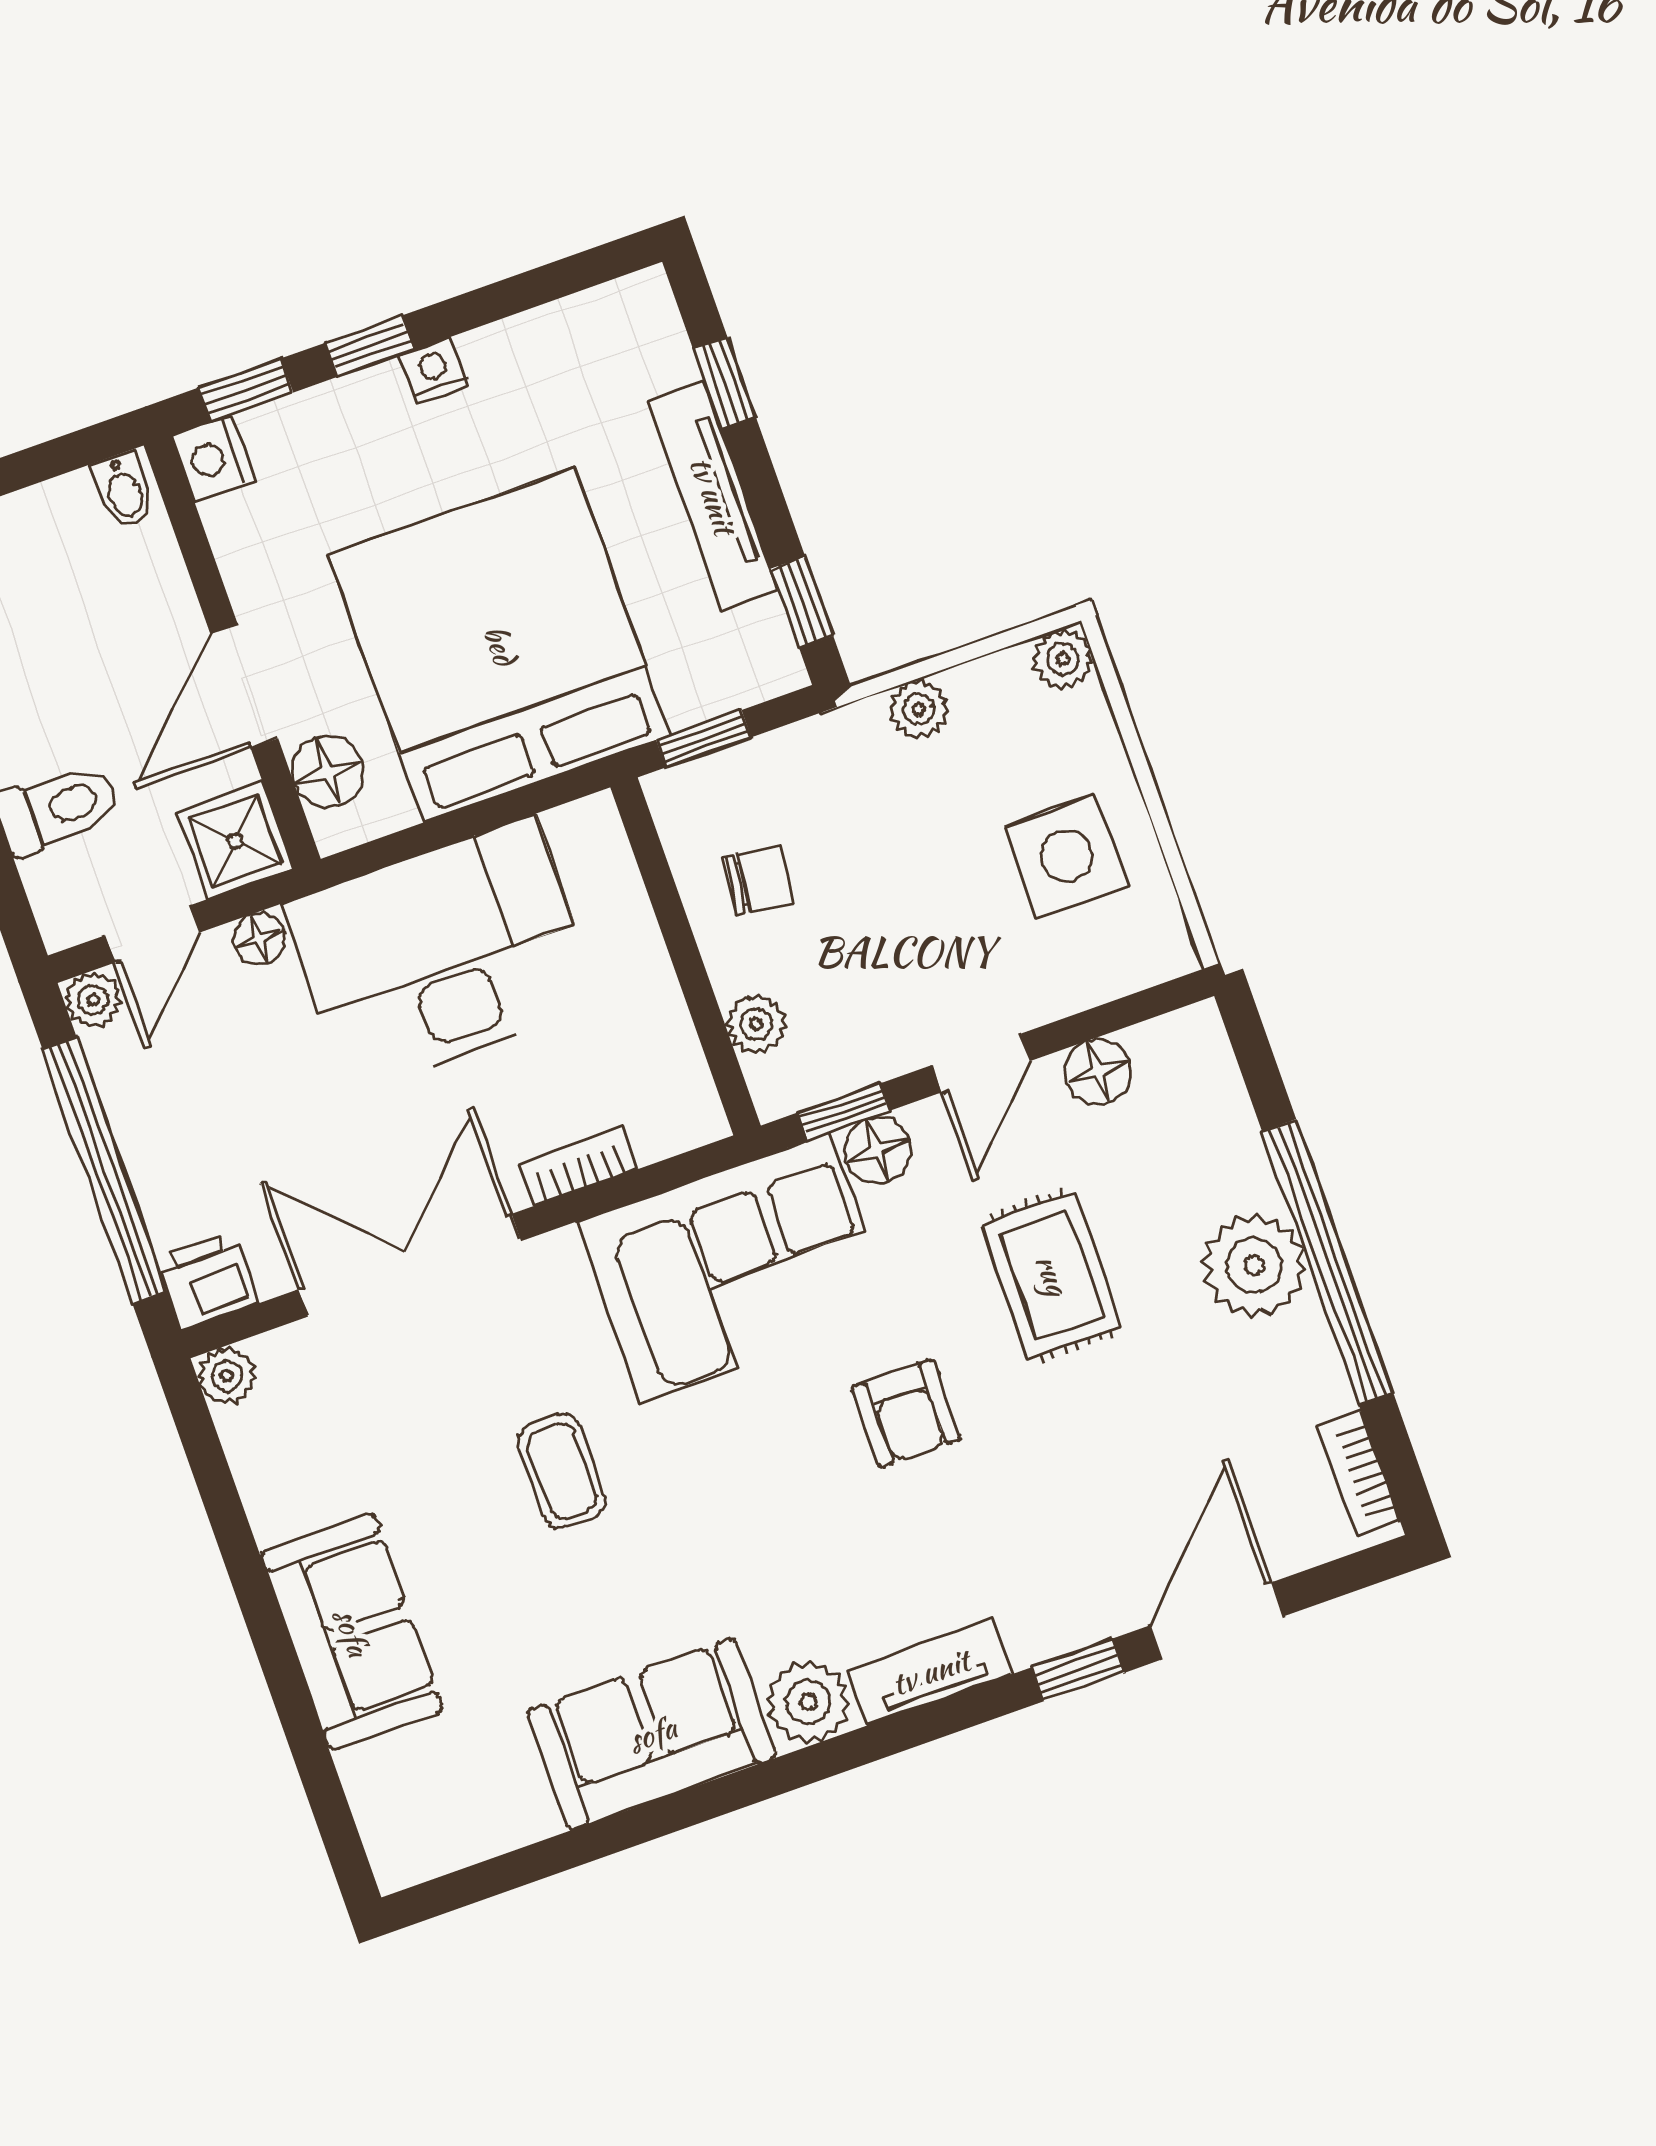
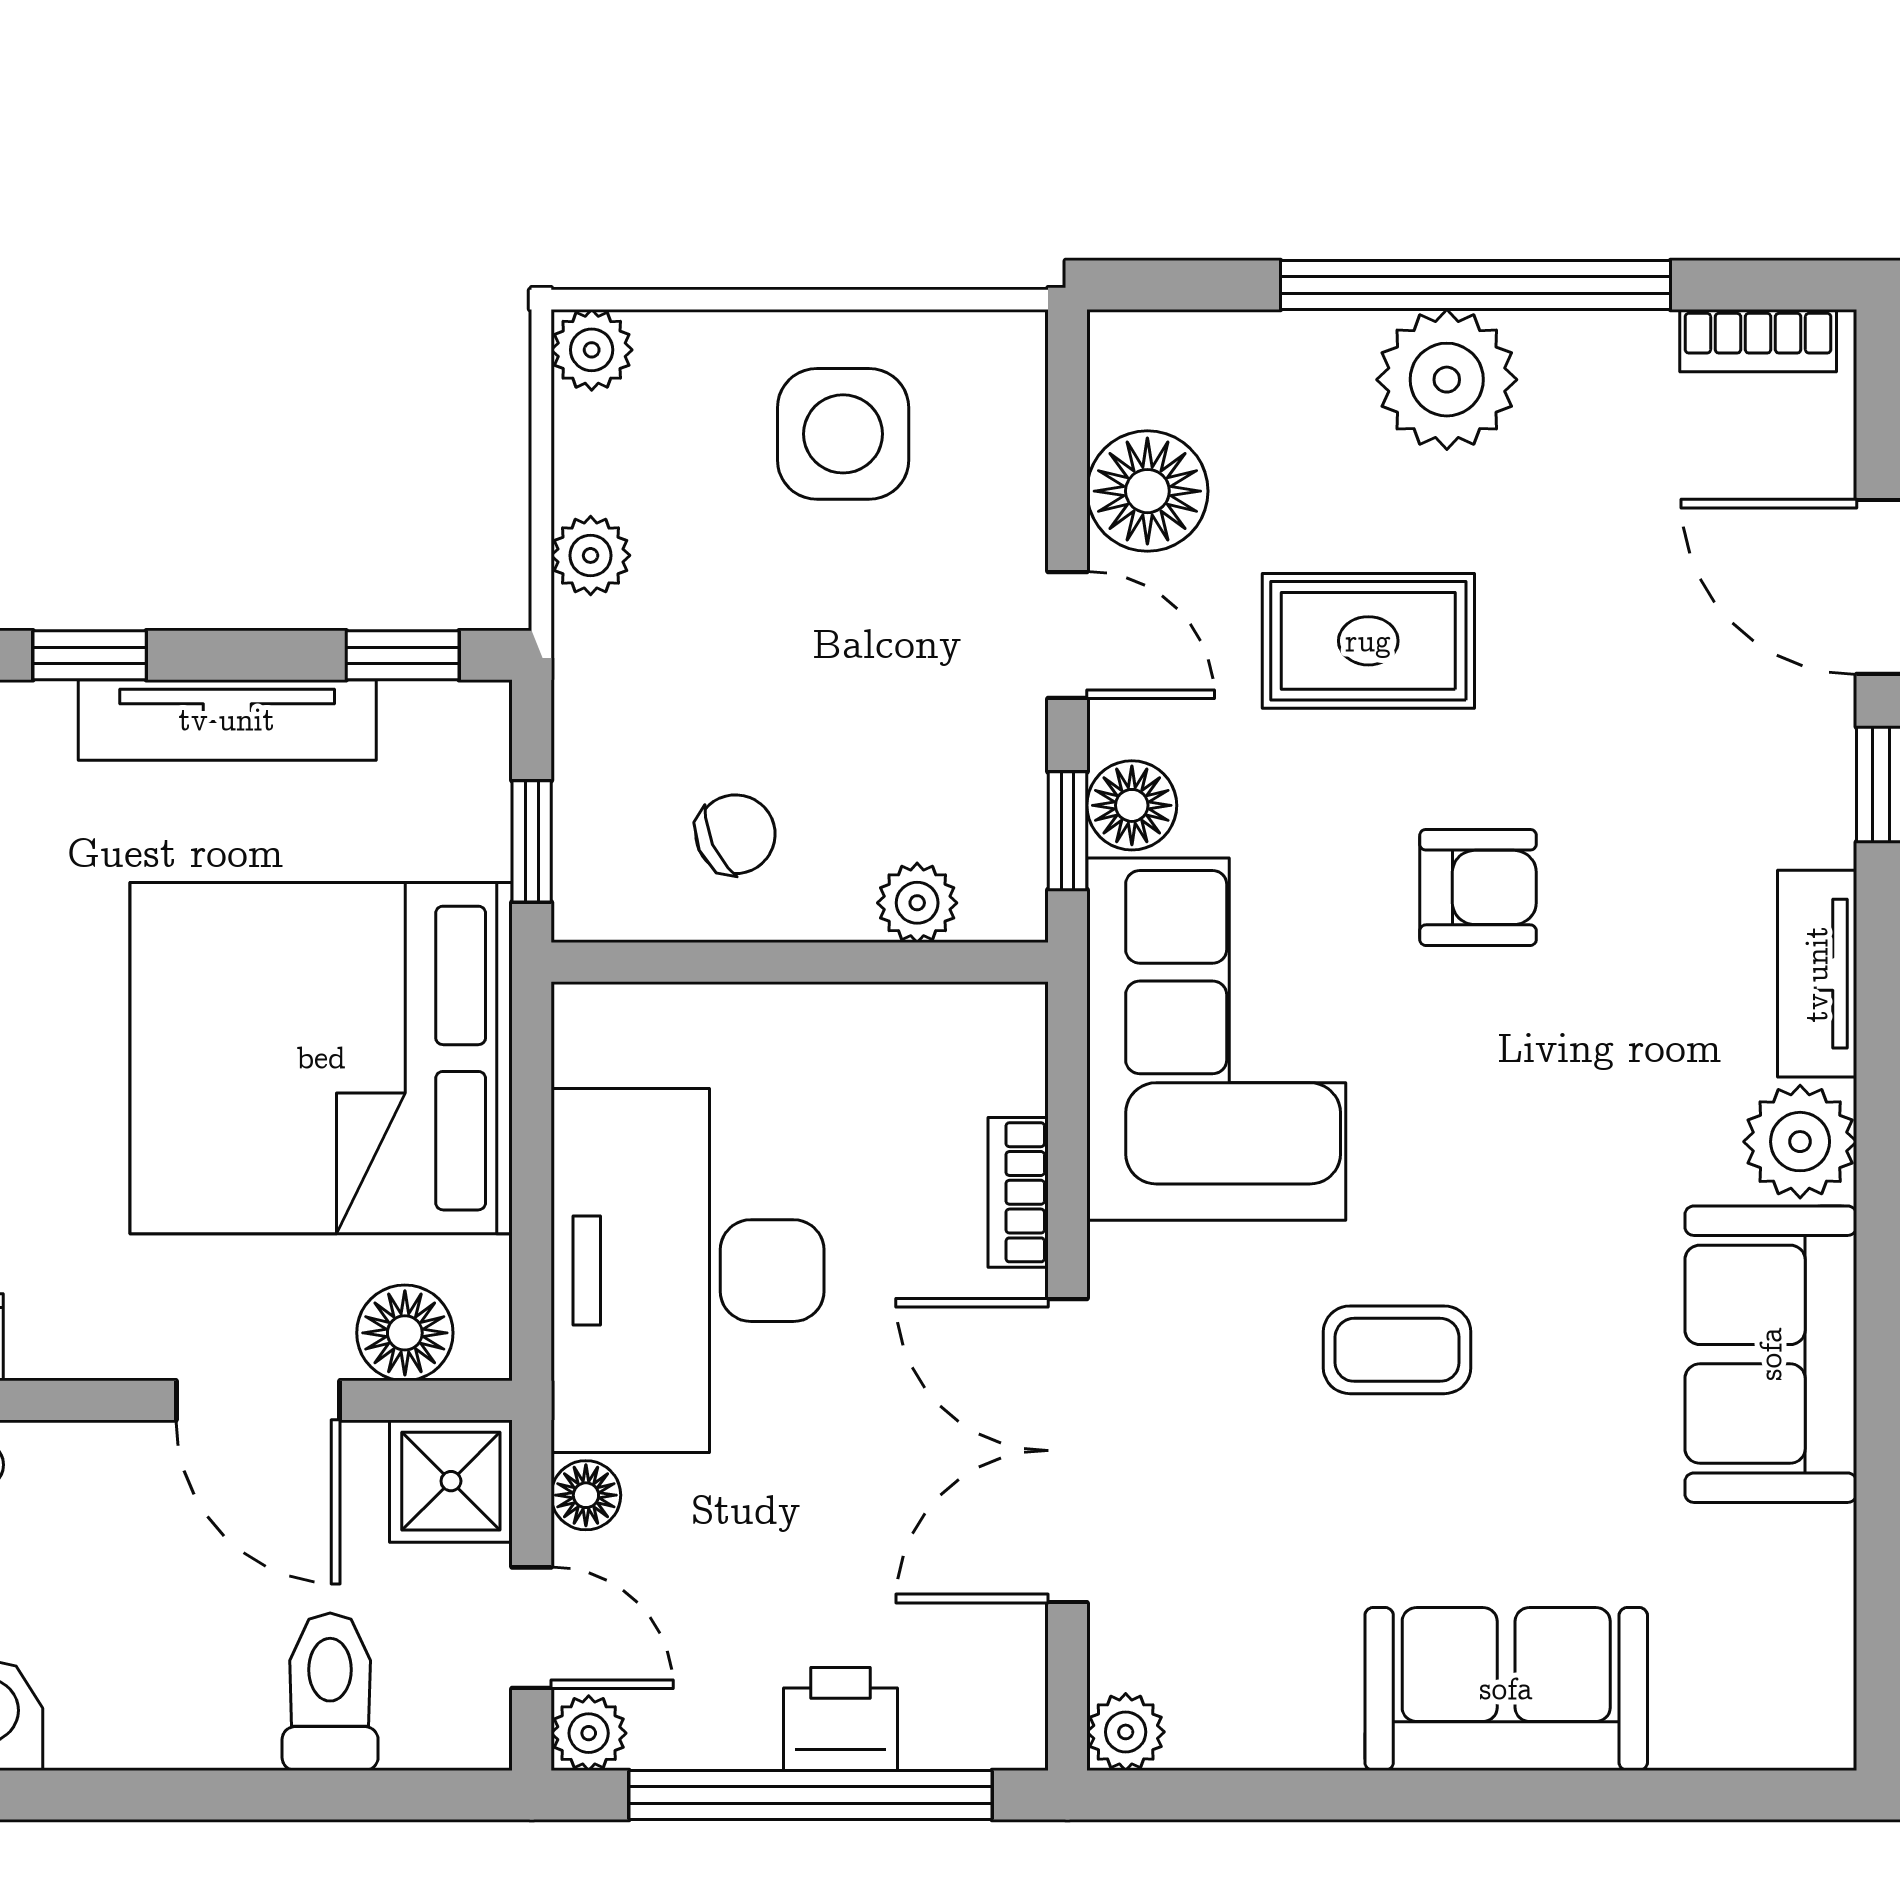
chair: (759, 880) -> (736, 834), turned 59
floor lamp: (1098, 1072) -> (1147, 491), width x1.38, depth x1.38
printer: (208, 1281) -> (840, 1719), moved, turned 90

